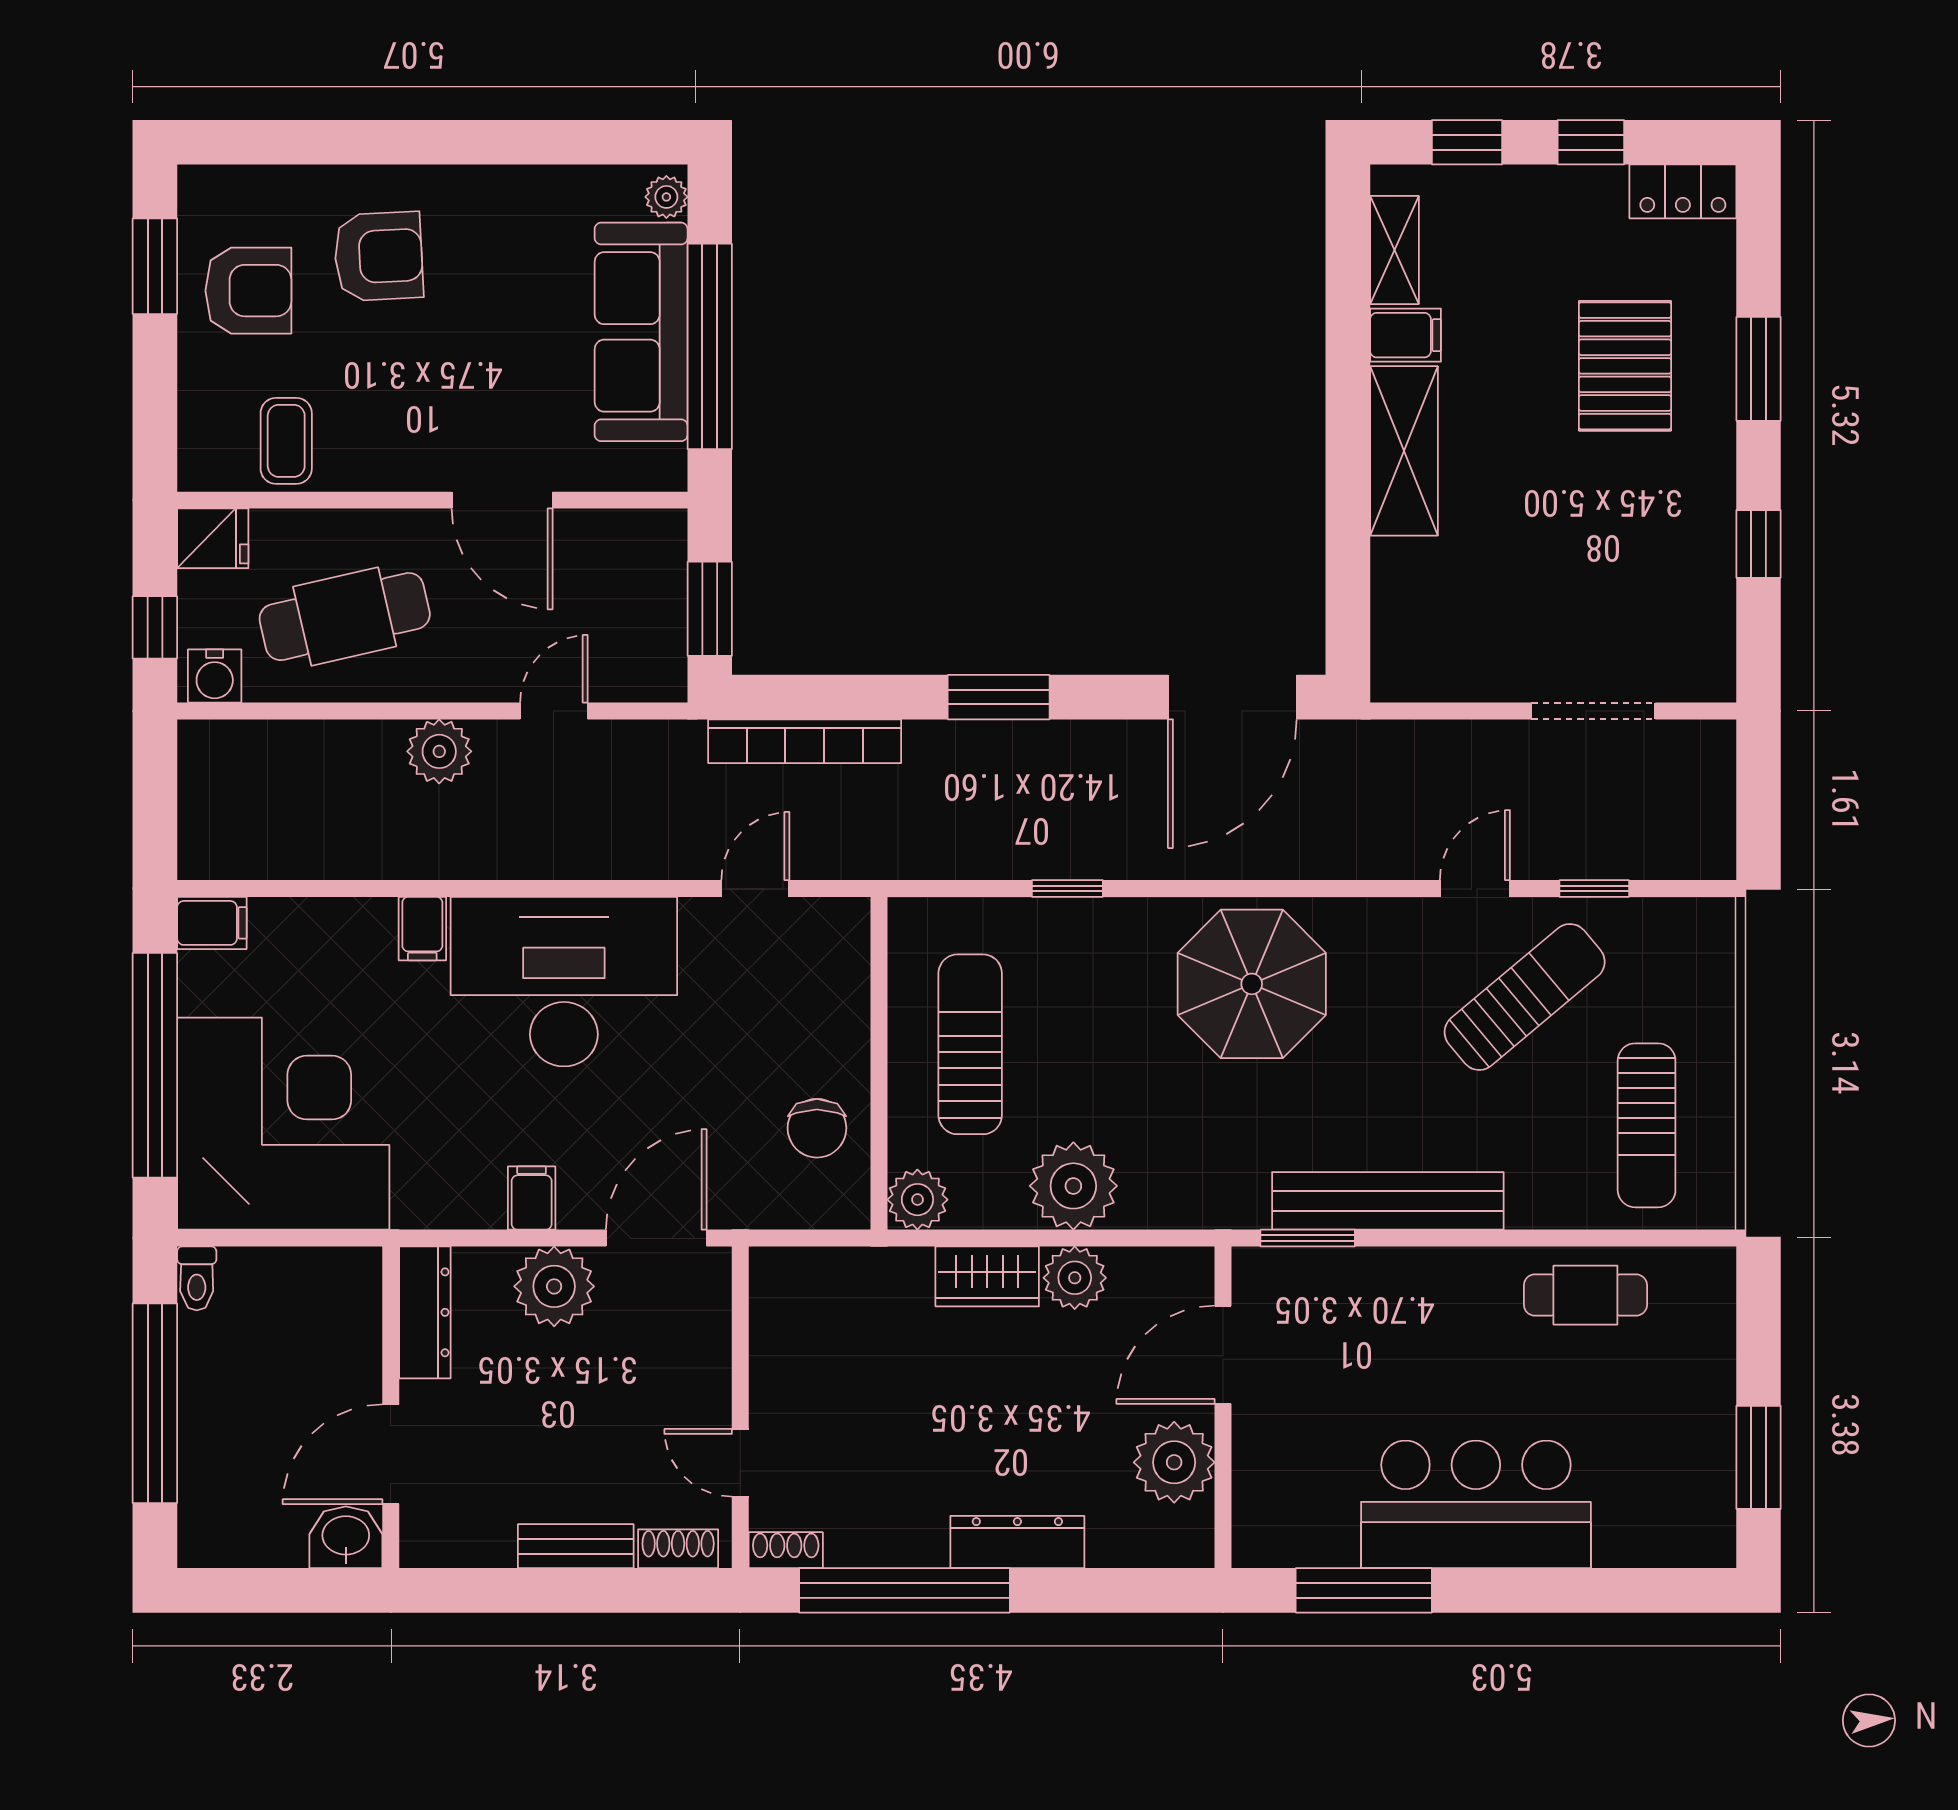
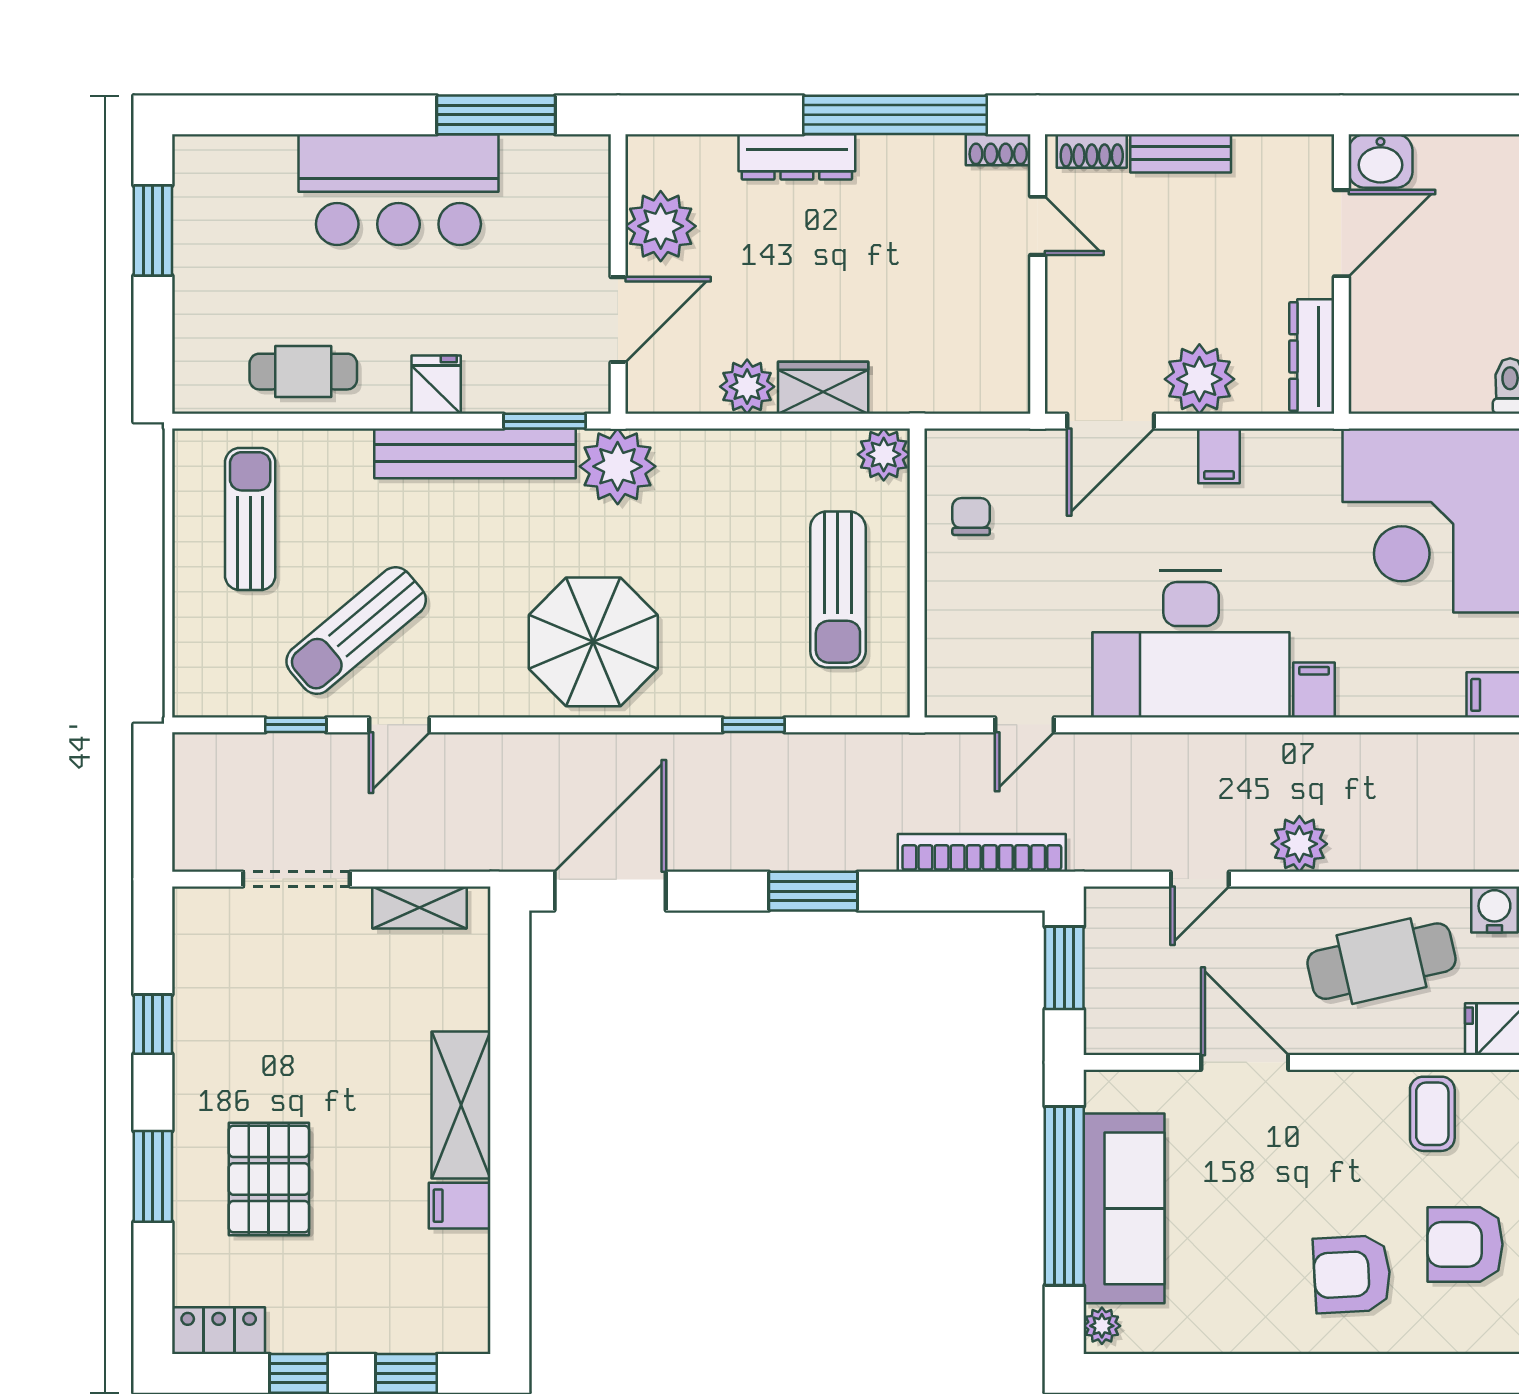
shelving: (1394, 250) -> (419, 908), moved, turned 90
chair: (817, 1128) -> (971, 517), width x0.73, depth x0.73
plant: (1073, 1186) -> (618, 466), moved
fridge: (1433, 1280) -> (436, 385), added

